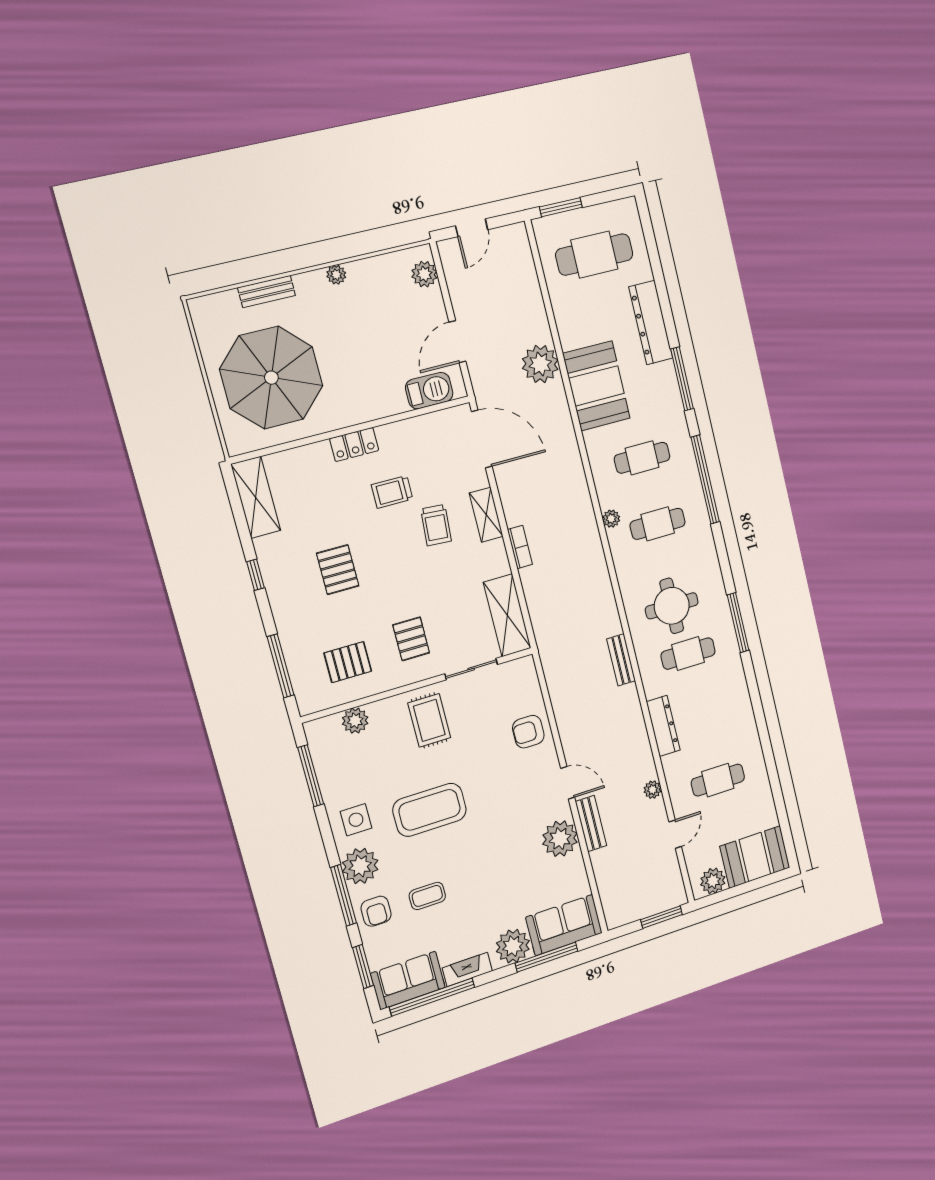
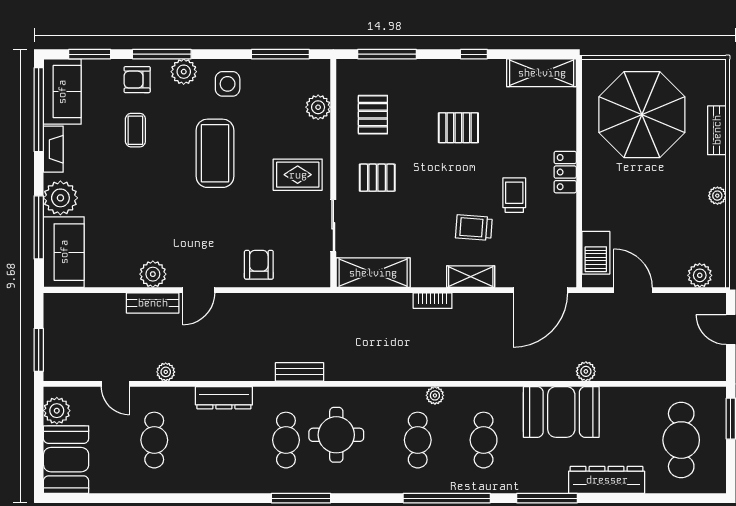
plant: (540, 364) -> (586, 371), width x0.53, depth x0.53
plant: (560, 839) -> (153, 274), width x0.73, depth x0.73
plant: (360, 866) -> (184, 72), width x0.73, depth x0.73

